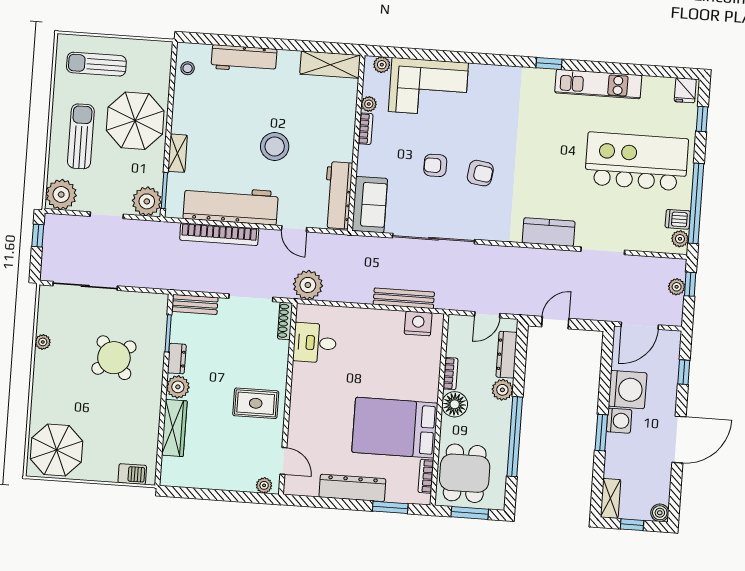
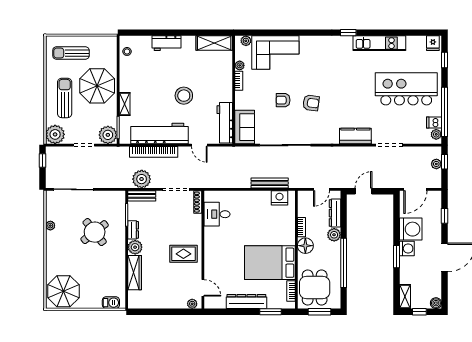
workbench: (244, 59) -> (167, 43), width x0.73
plant: (308, 285) -> (142, 179), moved

